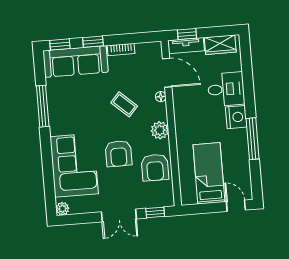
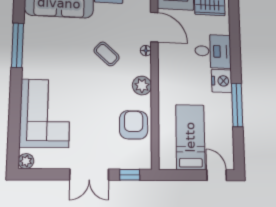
armchair: (118, 154) -> (95, 106), removed
armchair: (155, 167) -> (134, 125), turned 180

